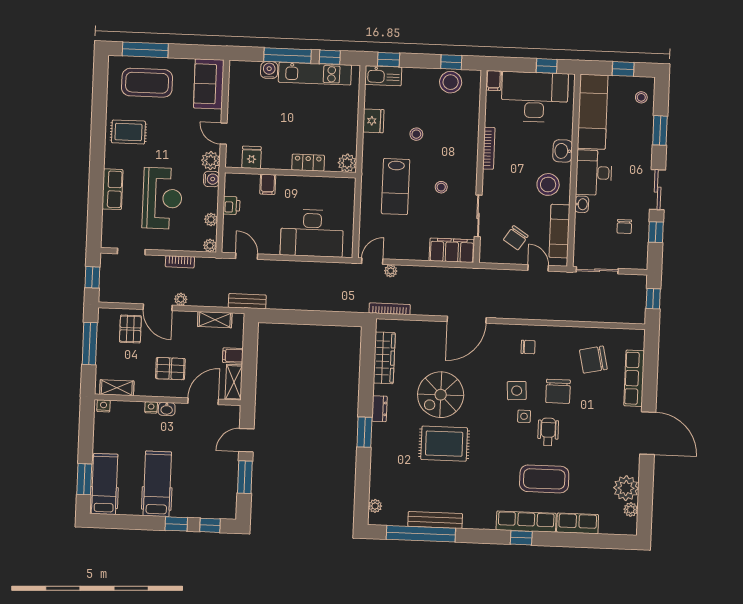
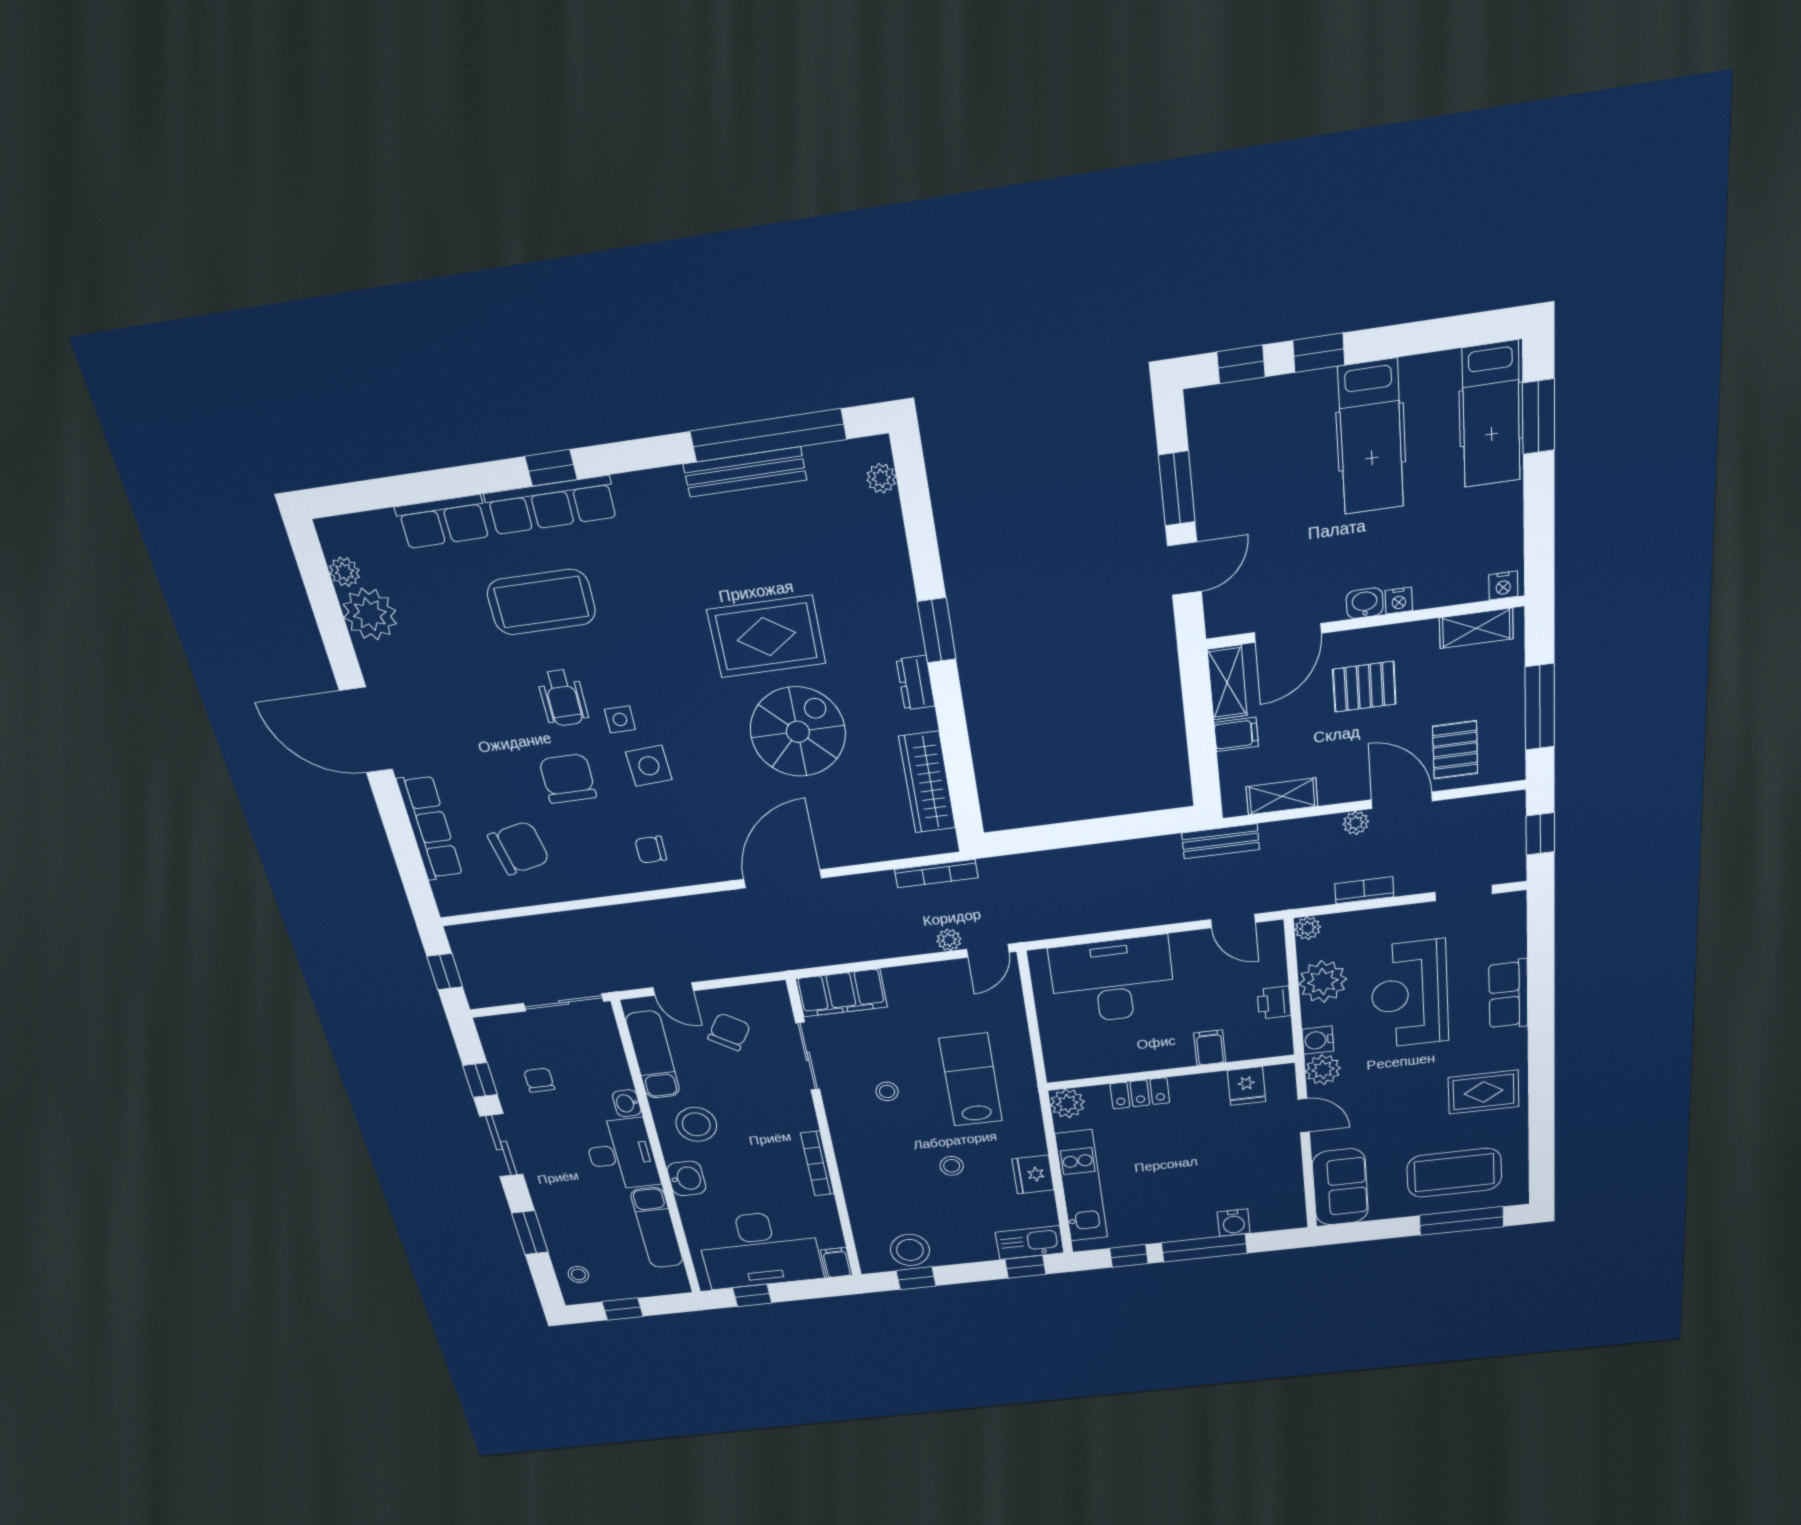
kitchen unit: (315, 74) -> (1081, 1186), moved, turned 90
exam couch: (593, 112) -> (657, 1228), width x0.73, depth x0.69
plant: (211, 219) -> (1323, 982), width x1.87, depth x1.87

